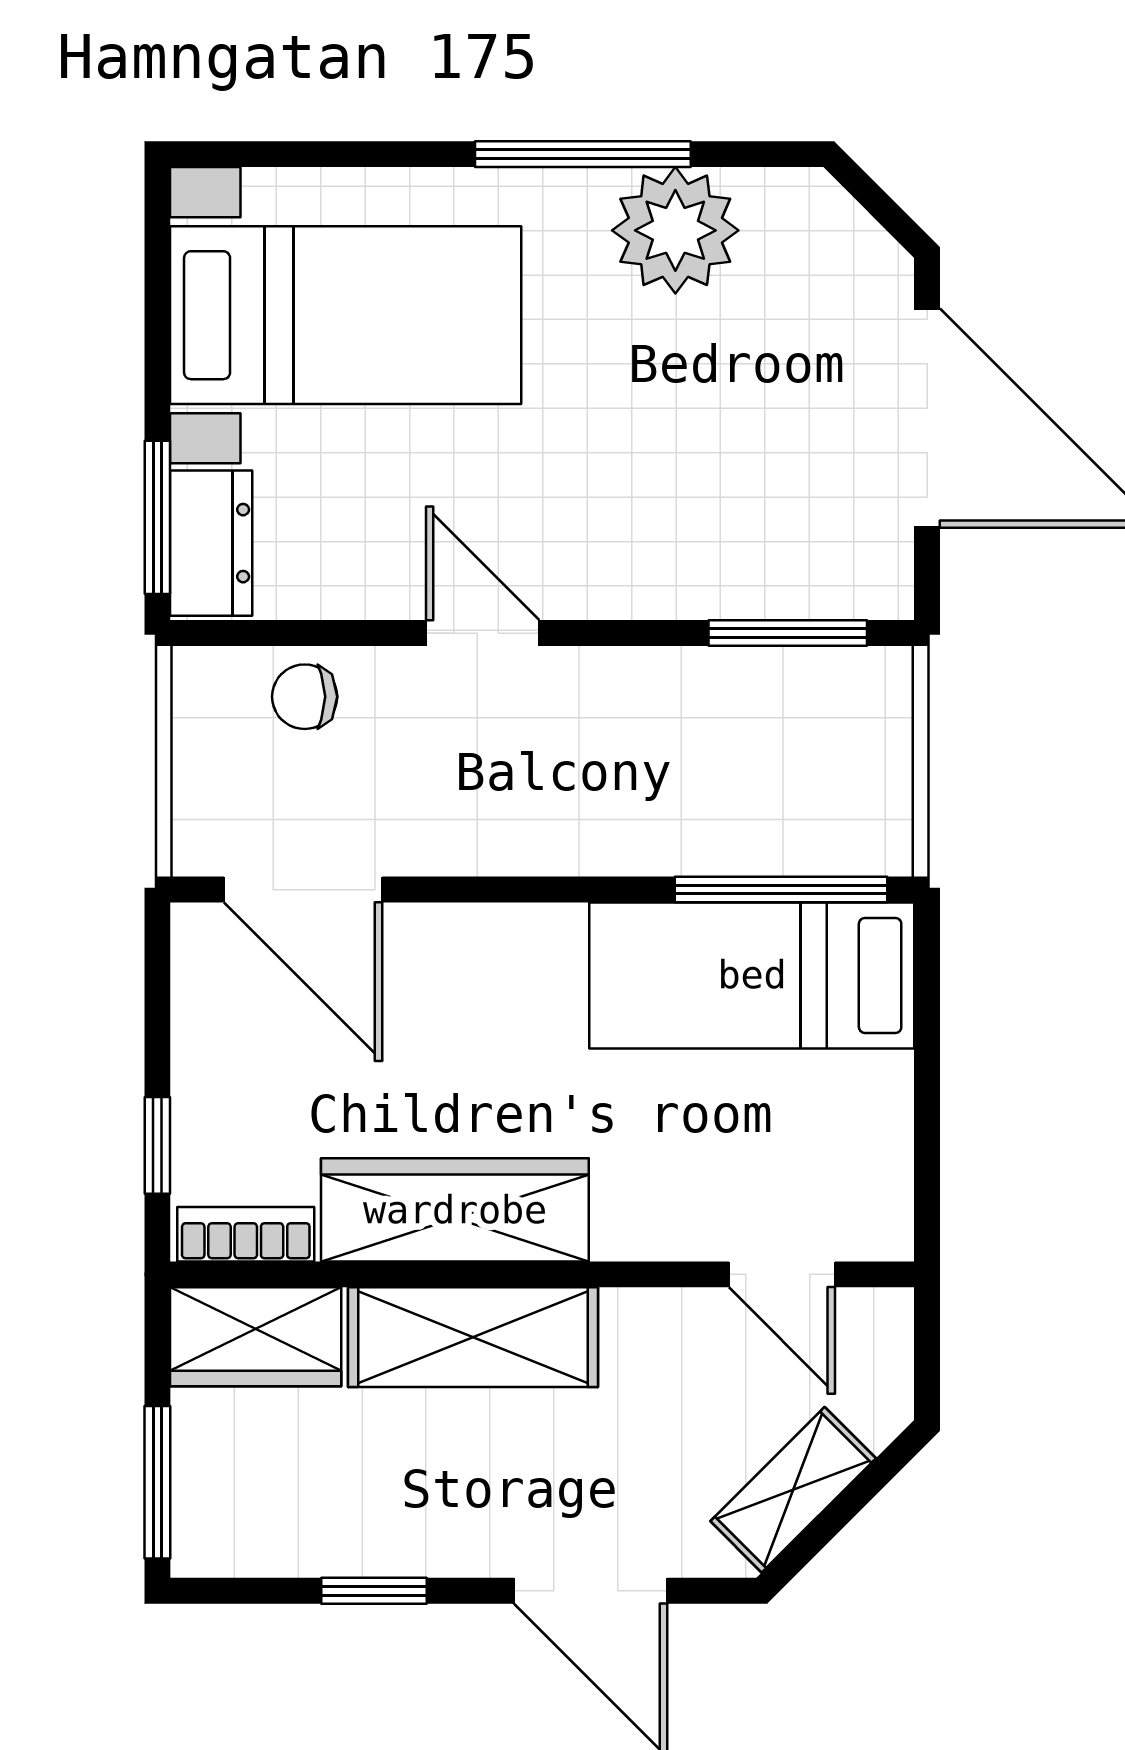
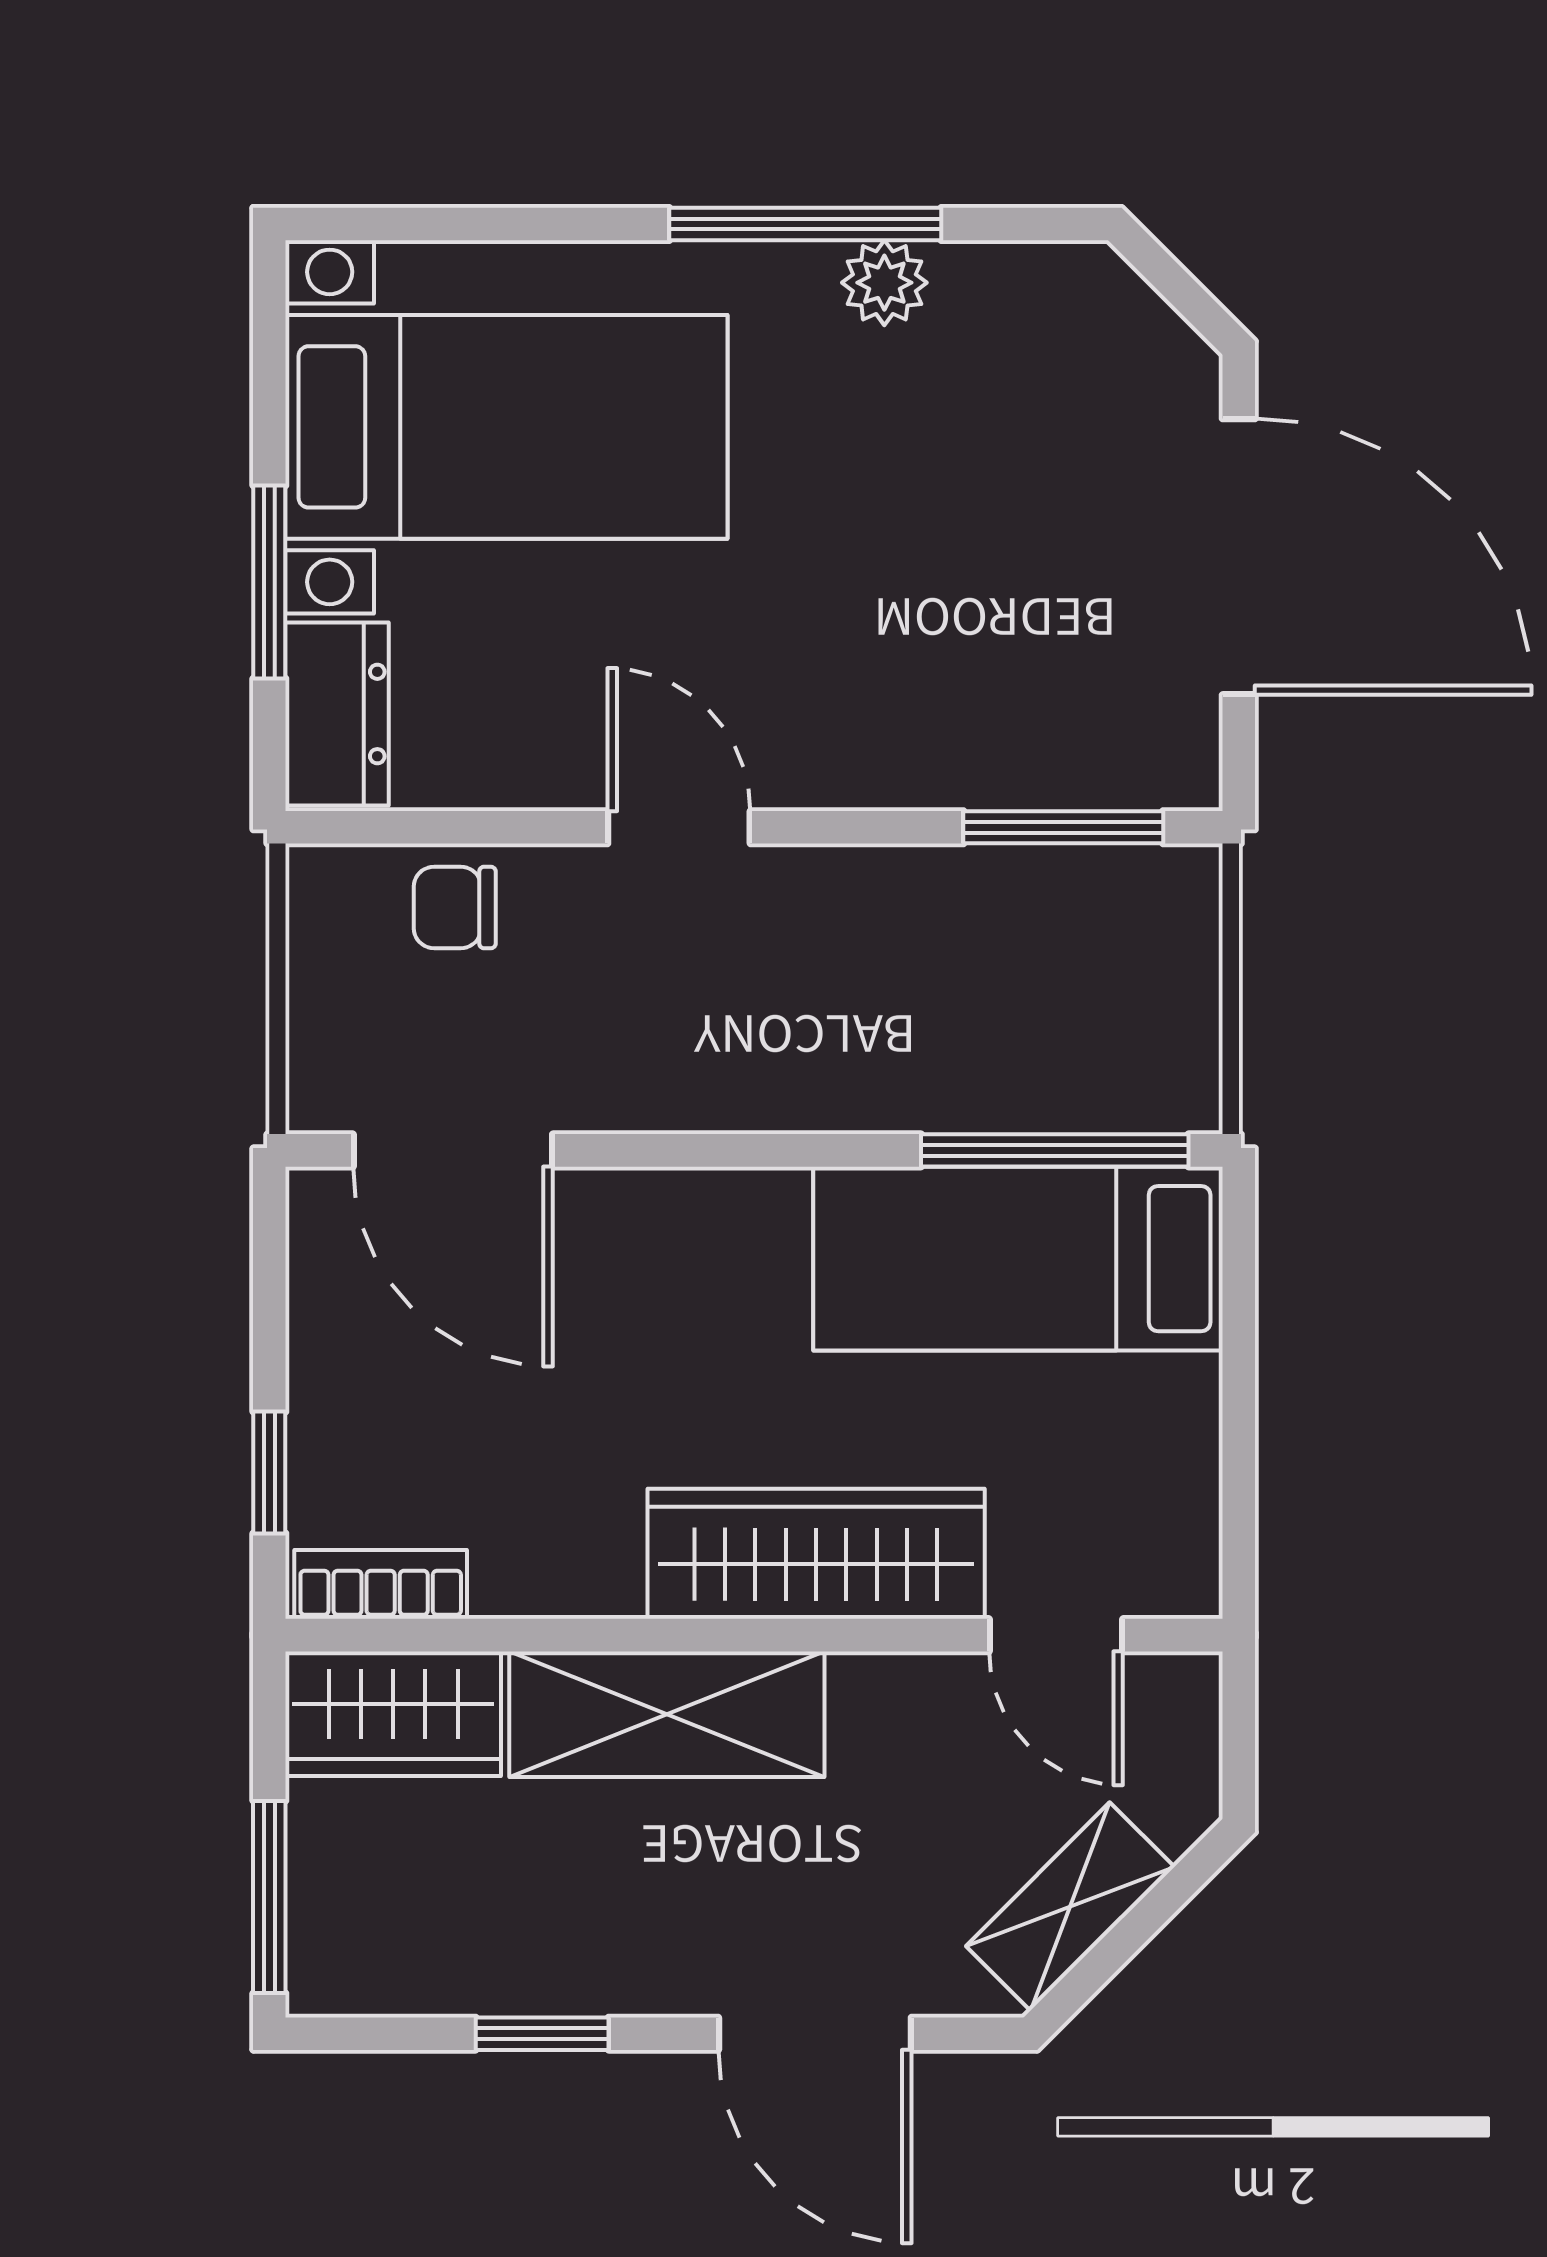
plant: (675, 230) -> (884, 283), width x0.53, depth x0.53
window: (157, 517) -> (269, 582), moved
wardrobe: (455, 1210) -> (816, 1554), moved

